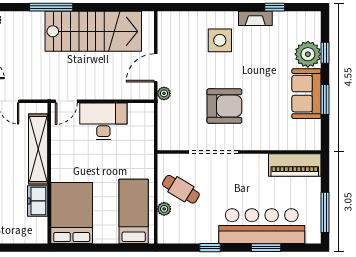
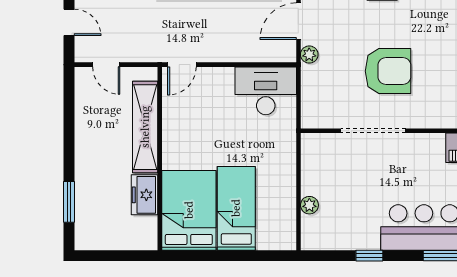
desk: (103, 121) -> (266, 91), moved
cafe table: (181, 189) -> (331, 180), removed
bed: (134, 211) -> (236, 208), moved

